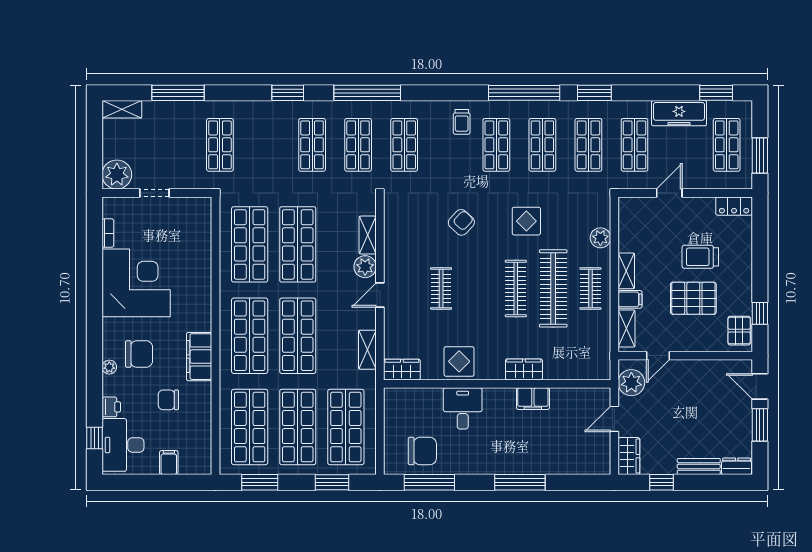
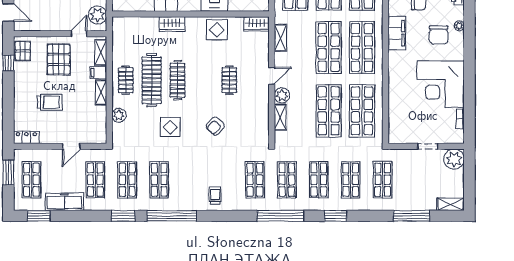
shop shelf: (496, 145) -> (351, 180), moved
pallet: (693, 298) -> (59, 59), moved, turned 90
chair: (139, 354) -> (439, 35), turned -90

